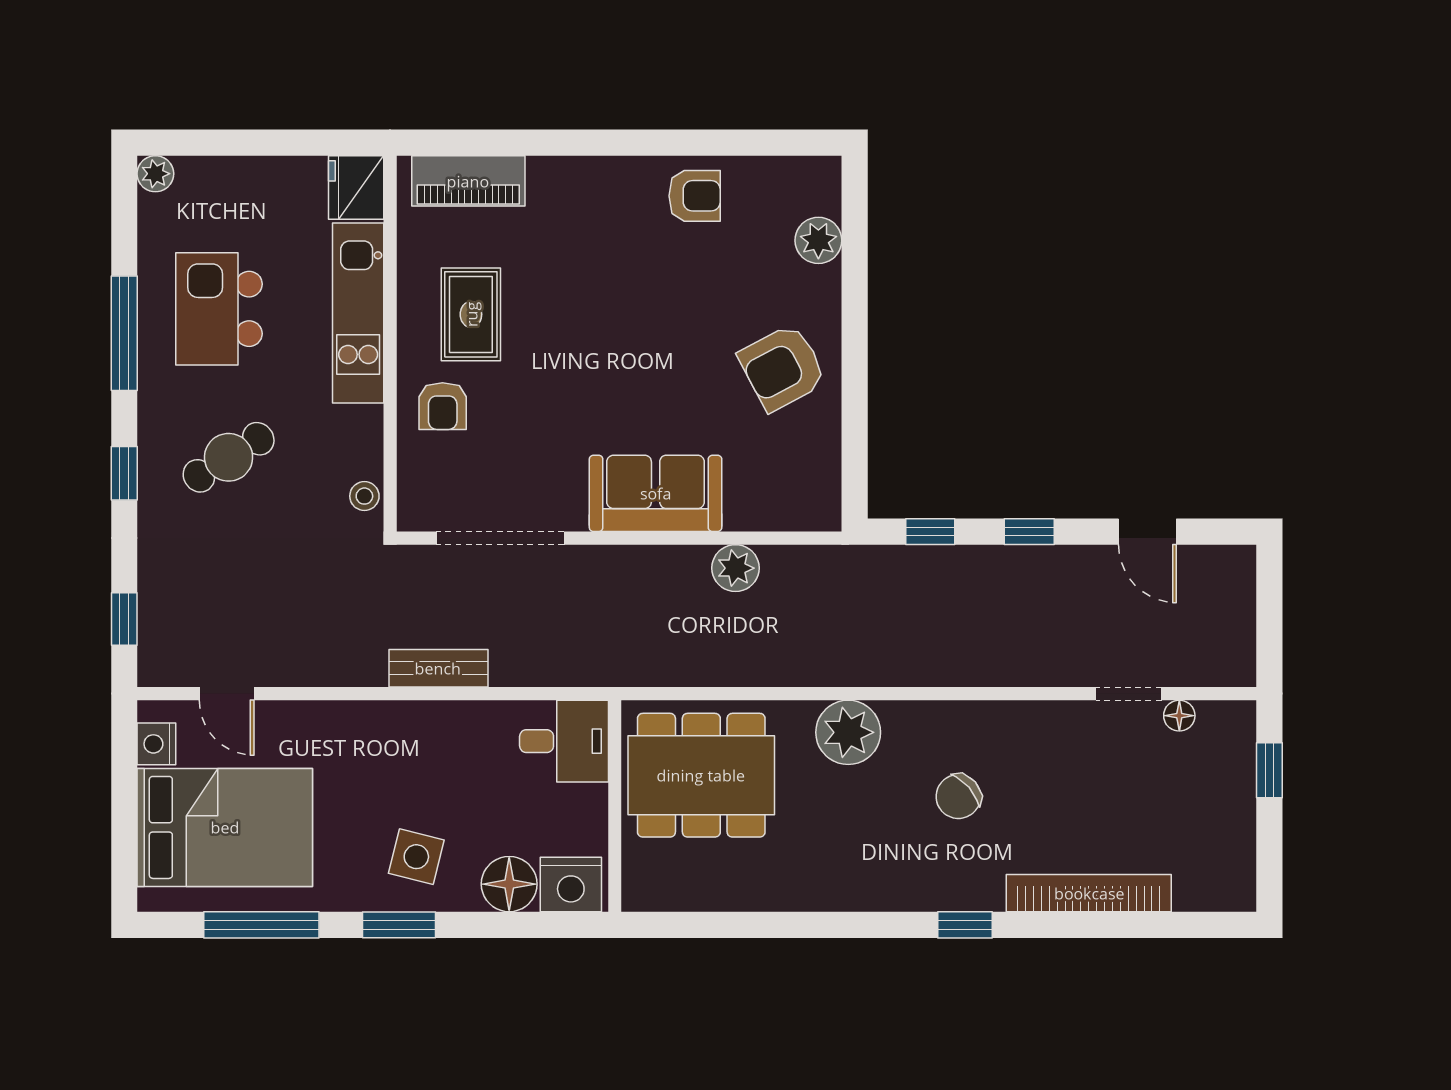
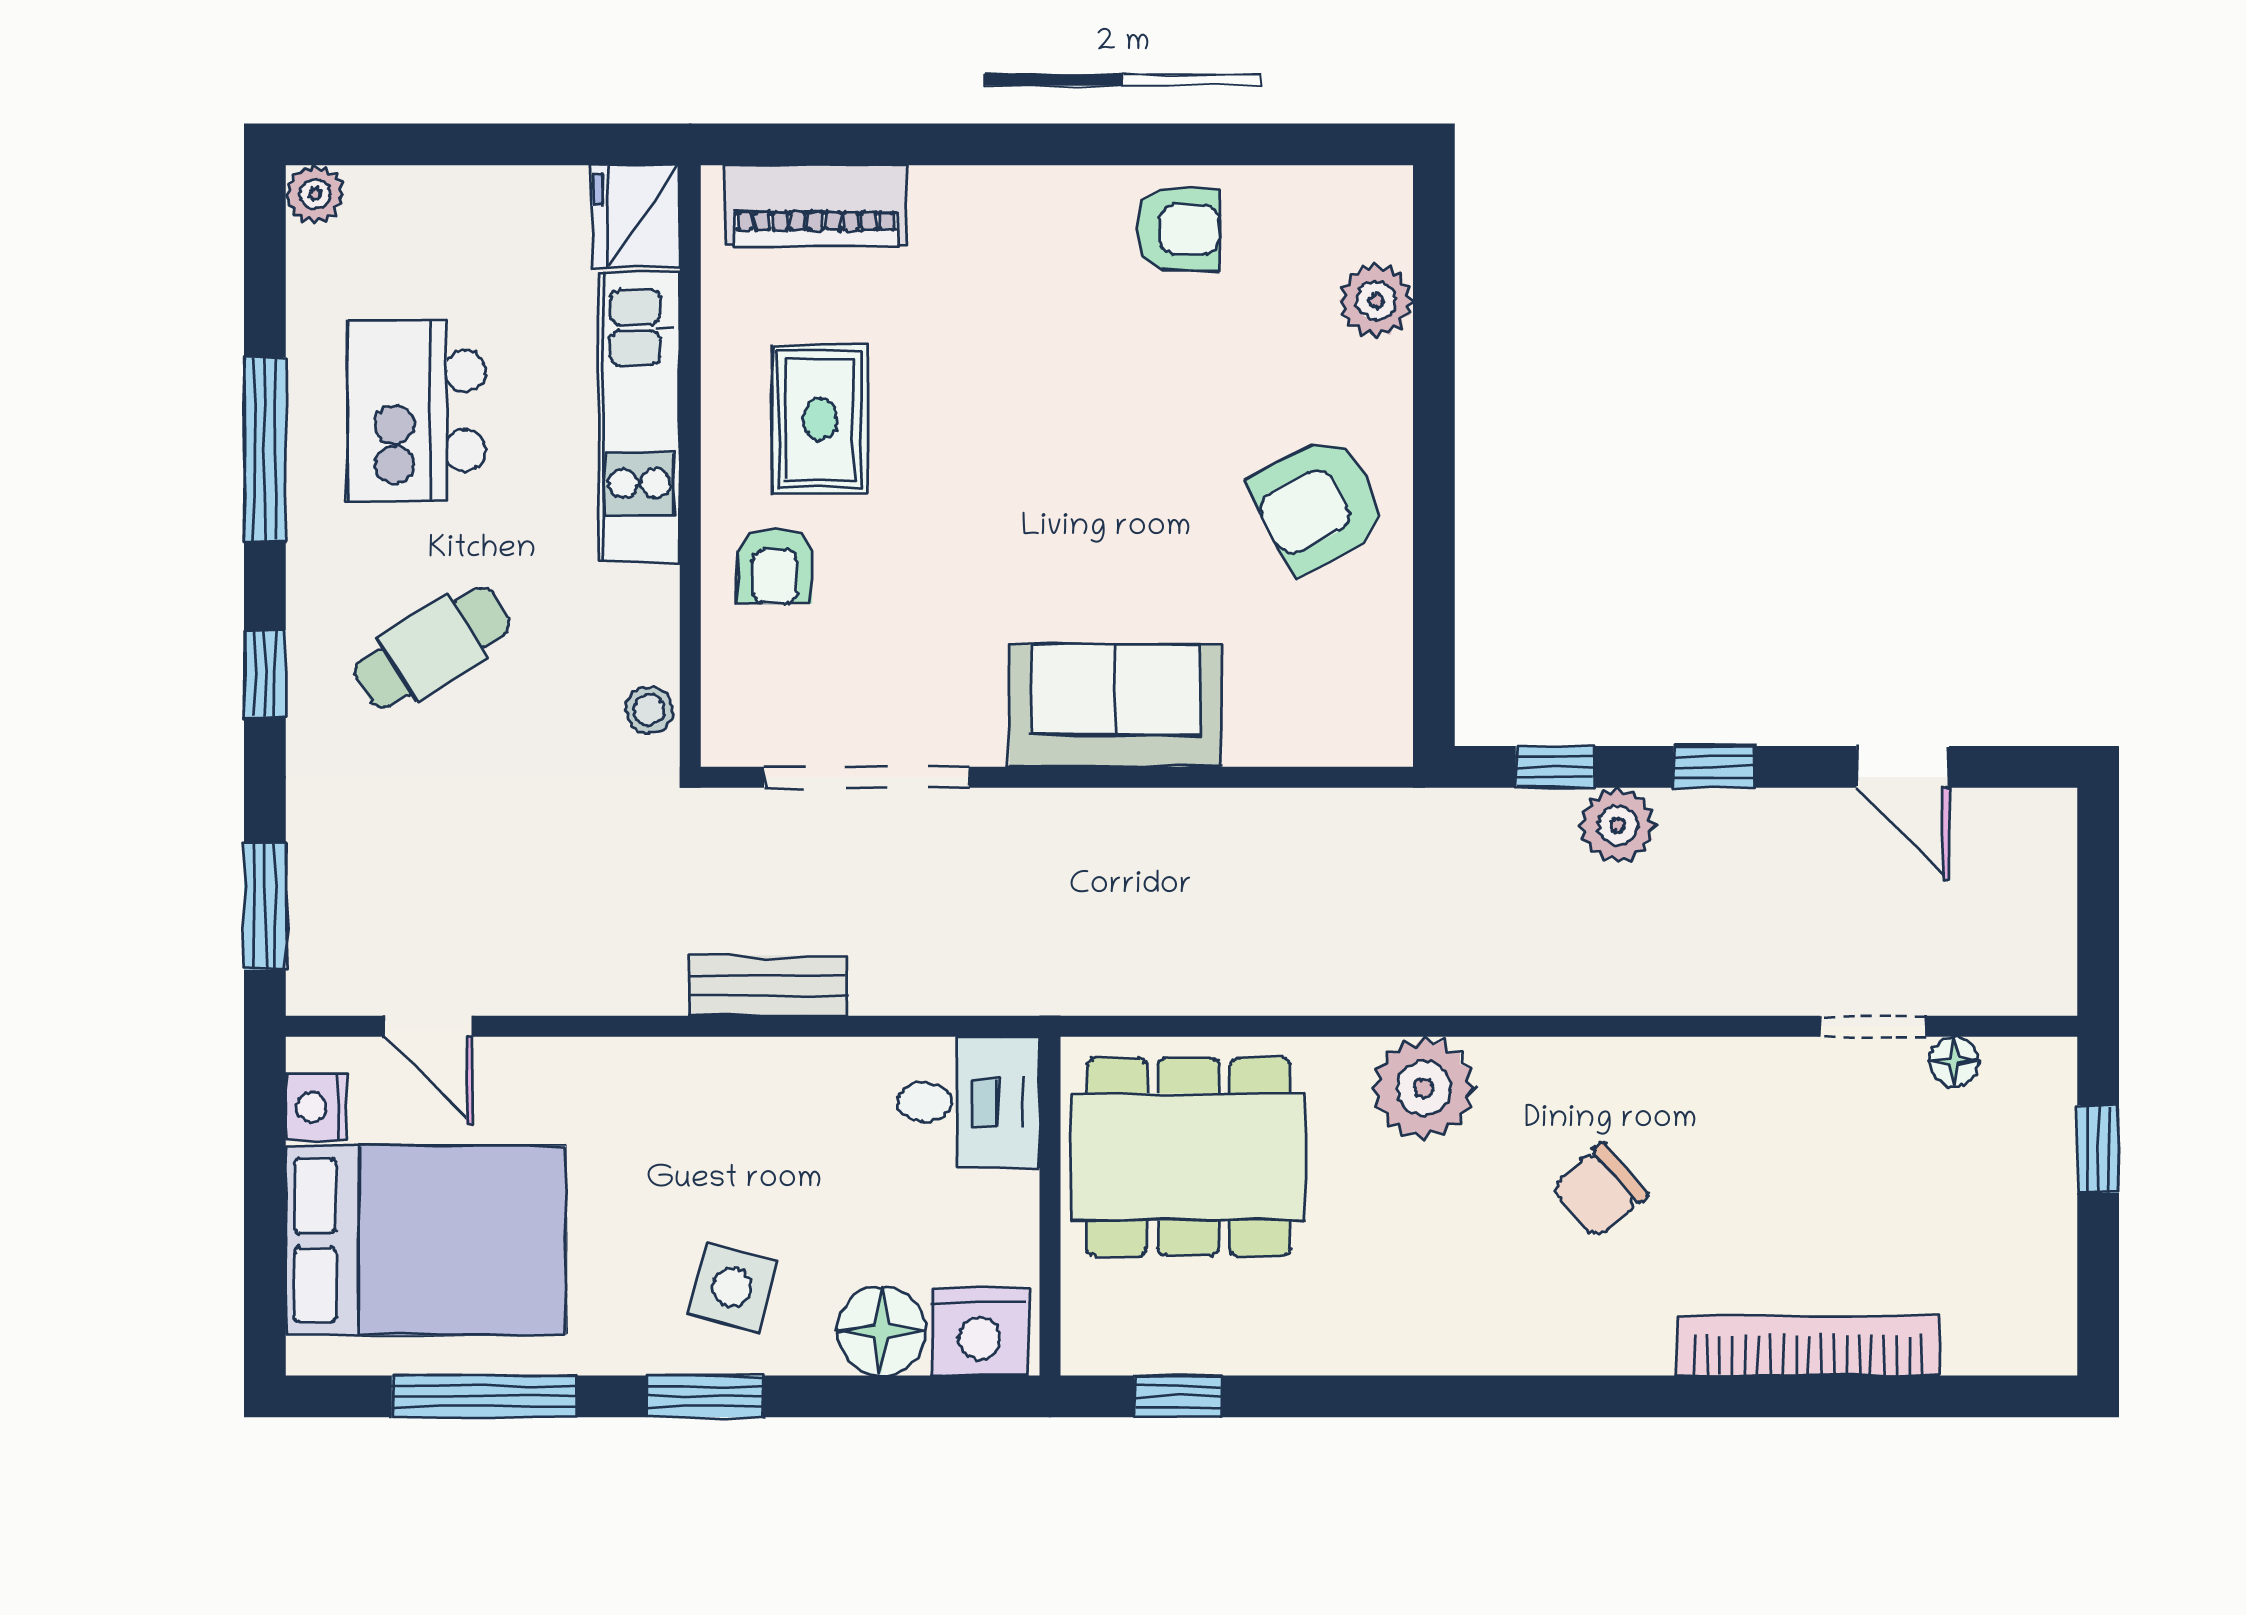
plant: (735, 568) -> (1618, 825), moved
window: (124, 619) -> (265, 907), width x1.50
window: (965, 925) -> (1178, 1396), moved

